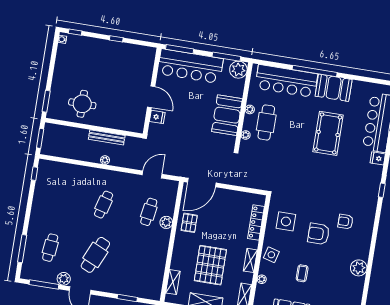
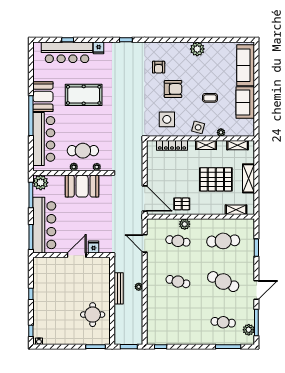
armchair: (319, 234) -> (173, 89), turned -90
cafe table: (141, 262) -> (223, 241), added
plant: (64, 279) -> (249, 330), moved

